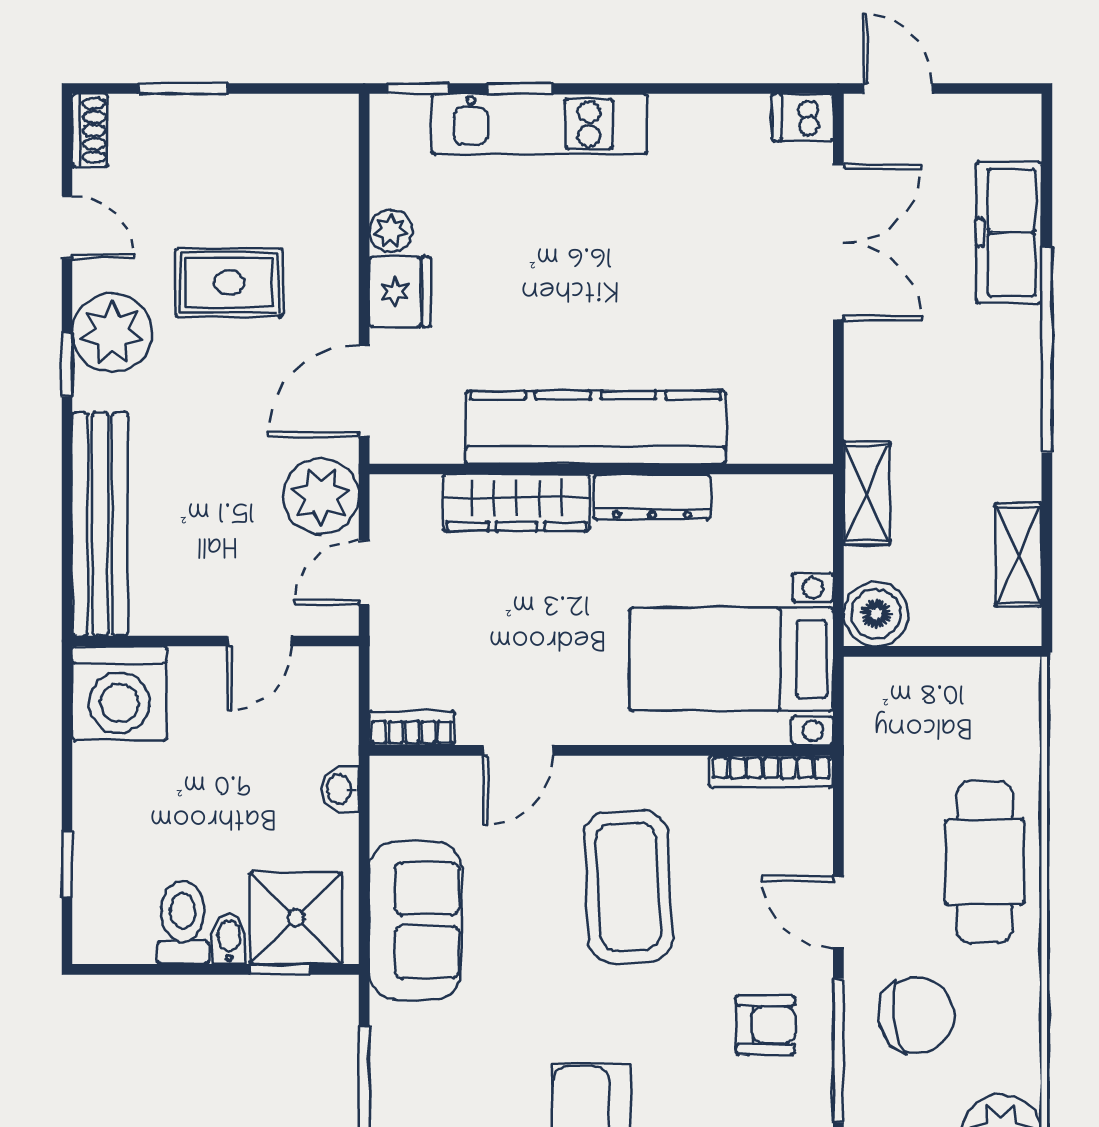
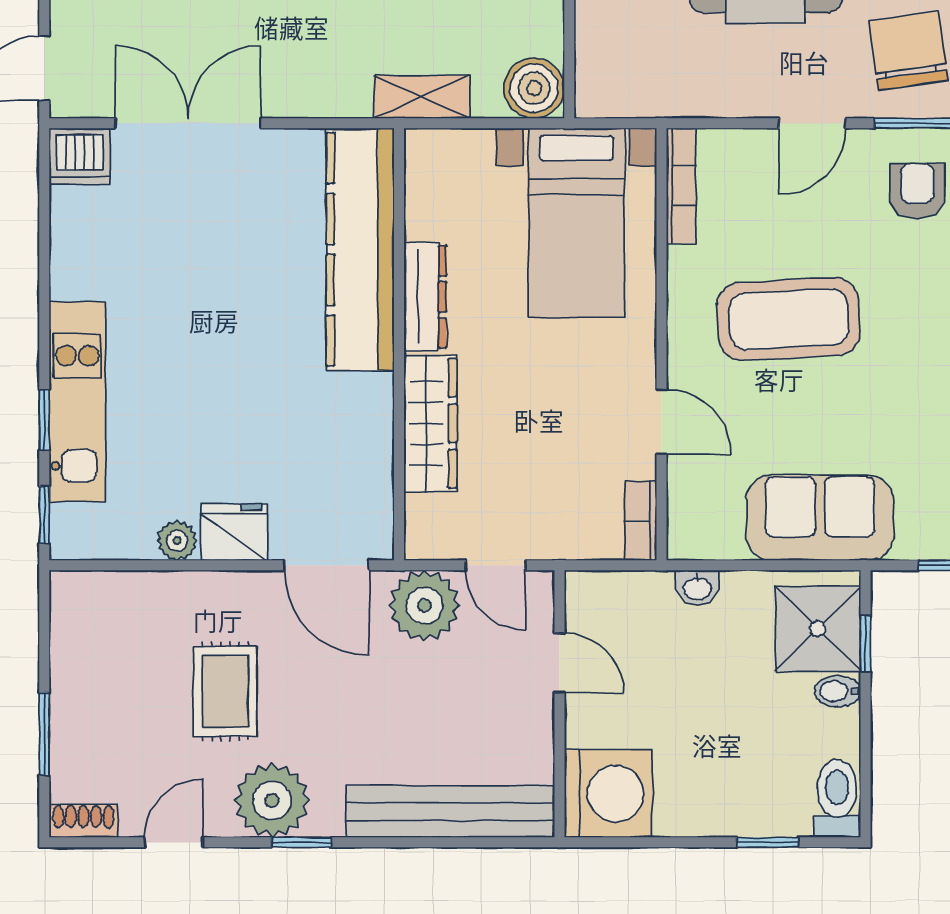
dishwasher: (803, 117) -> (80, 156), width x1.38
kitchen counter: (596, 427) -> (360, 249), moved
toilet: (183, 922) -> (837, 799), moved, turned 90

